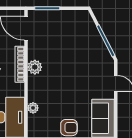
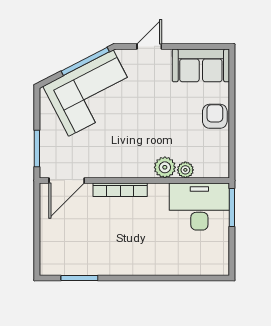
corner sofa: (84, 45) -> (91, 93), added
plant: (35, 67) -> (165, 167), moved

